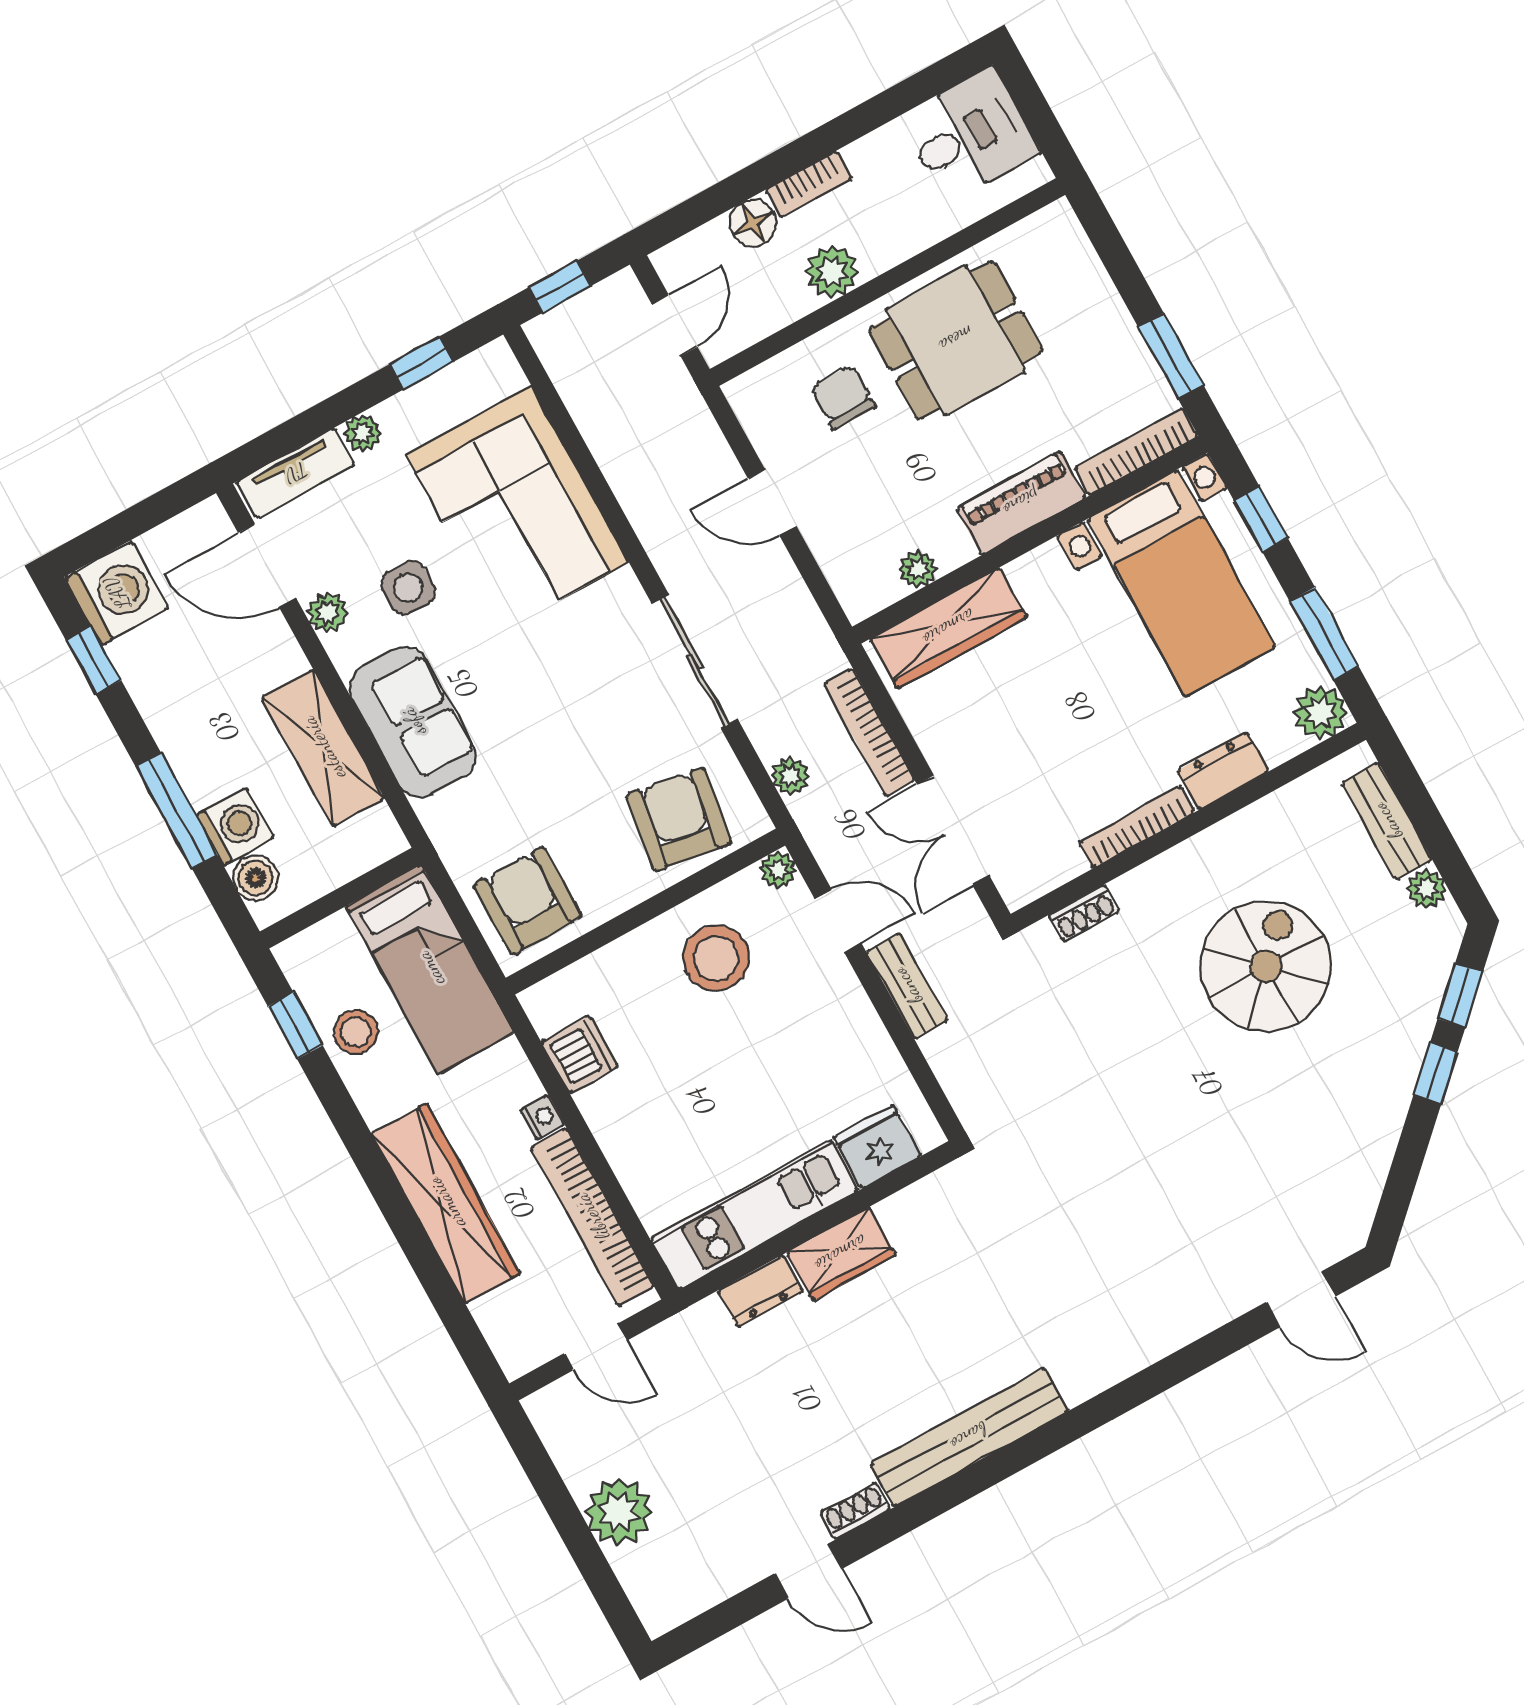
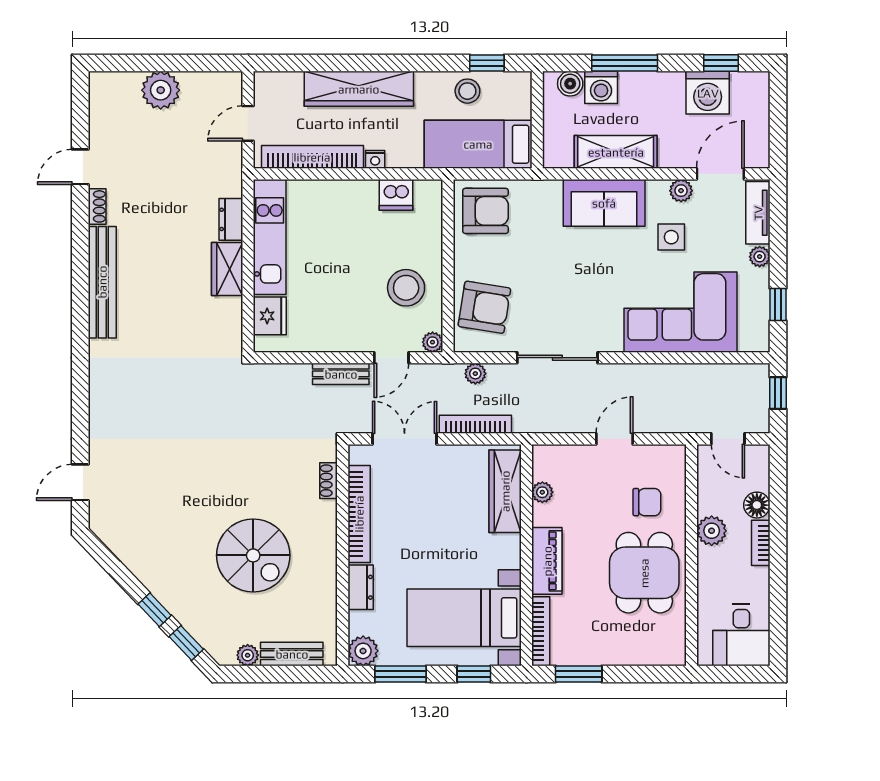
washing machine: (117, 593) -> (708, 93), moved
bookcase: (1137, 827) -> (359, 514), width x1.48, depth x1.31

